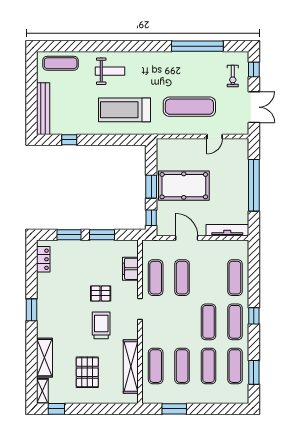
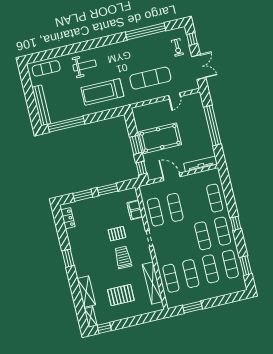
window: (69, 140) -> (66, 124), width x3.17
pallet: (87, 372) -> (121, 295), turned 90

